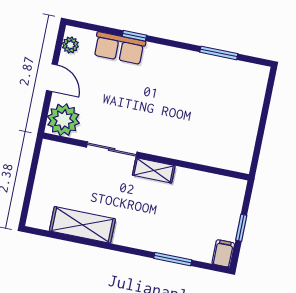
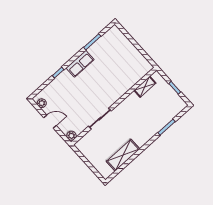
row of seats: (119, 48) -> (80, 64), moved
plant: (63, 120) -> (71, 136), width x0.53, depth x0.53
shelving: (154, 170) -> (145, 87), moved
filing cabinet: (223, 253) -> (180, 104), removed

